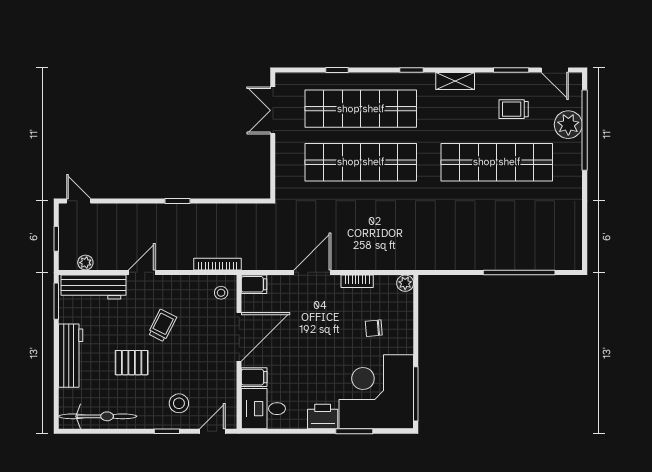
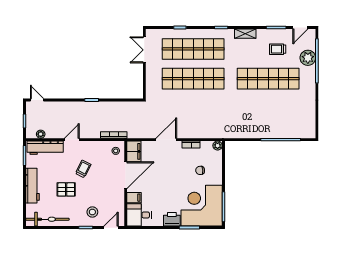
door: (555, 70) -> (300, 28), hinge flipped
filing cabinet: (254, 284) -> (134, 151), width x2.00

